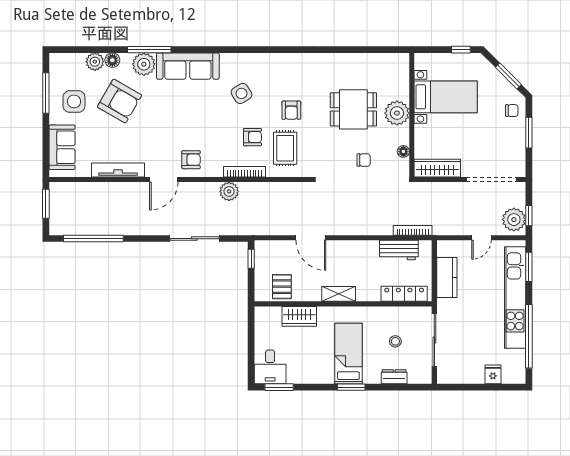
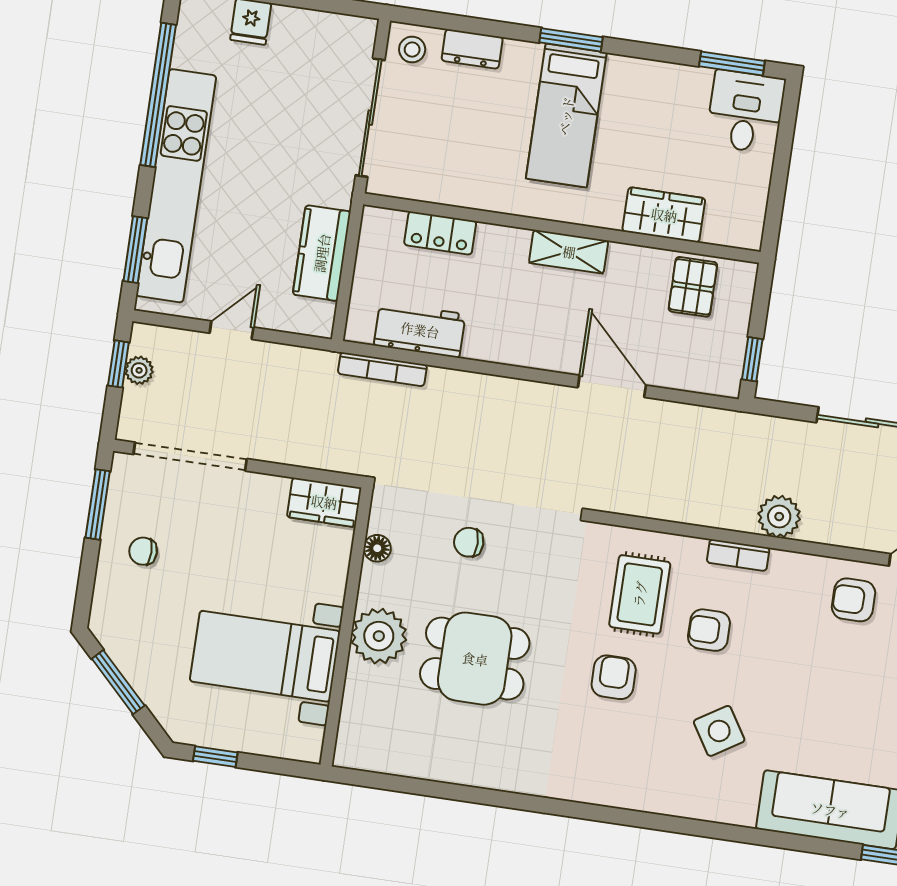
chair: (512, 111) -> (143, 551), moved
window: (529, 133) -> (98, 504), moved
wardrobe: (437, 168) -> (324, 502), width x0.67
bookcase: (245, 172) -> (738, 555), width x0.64
plant: (514, 220) -> (139, 370), width x0.53, depth x0.53
locker: (404, 294) -> (440, 233), width x0.66
stool: (395, 341) -> (412, 49), moved

